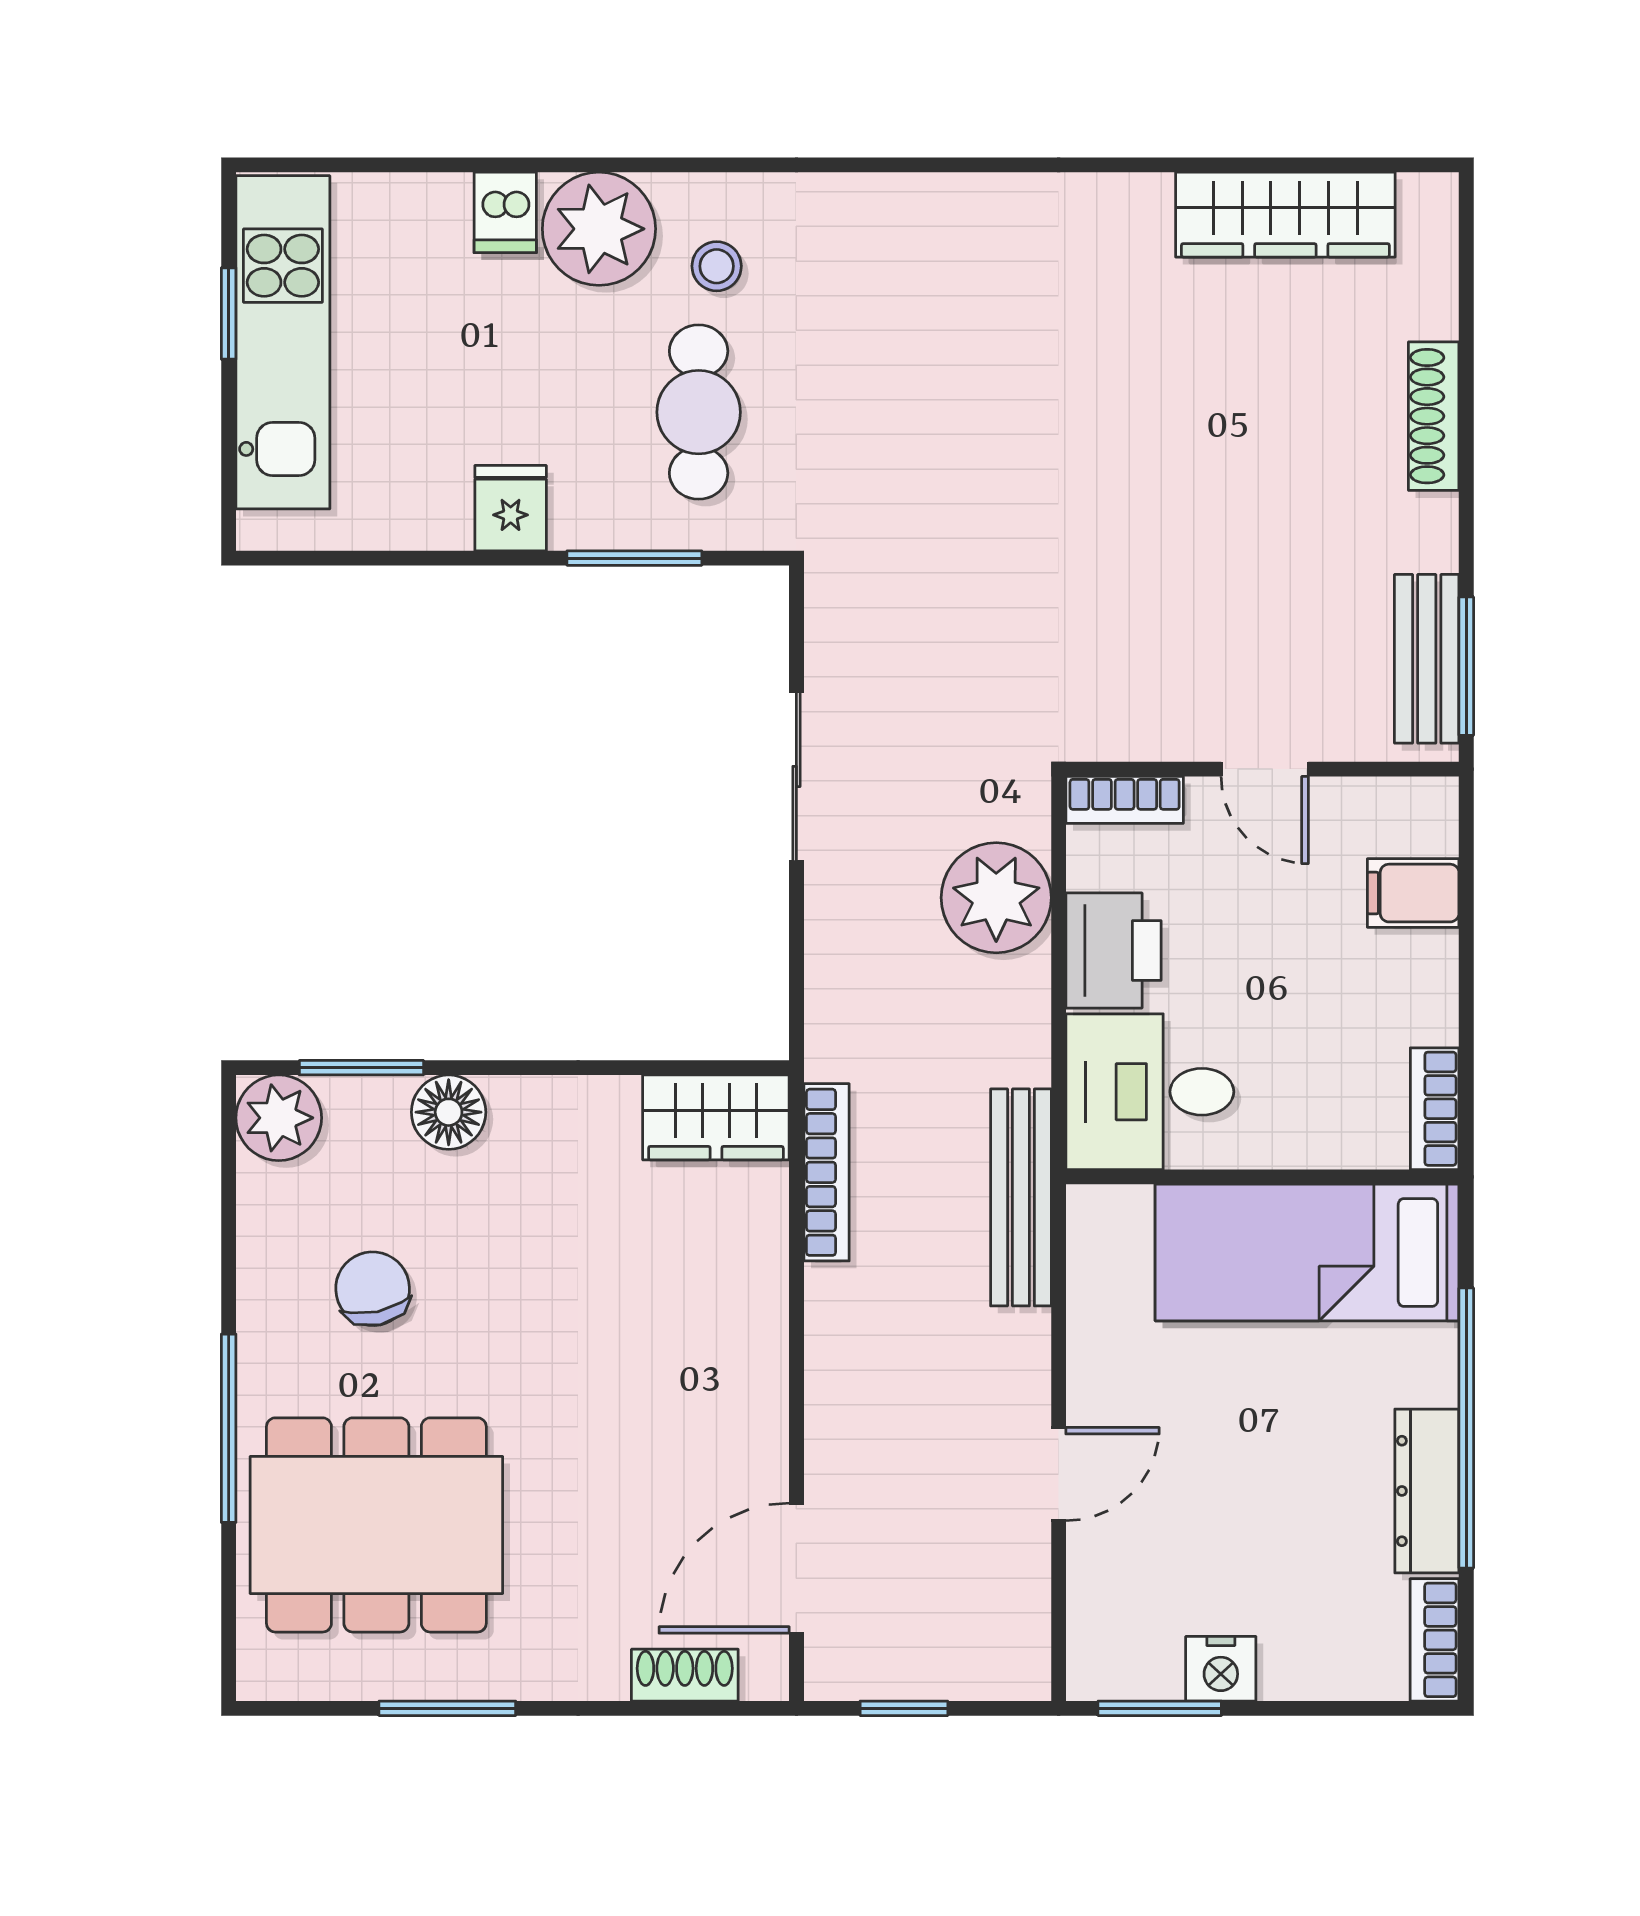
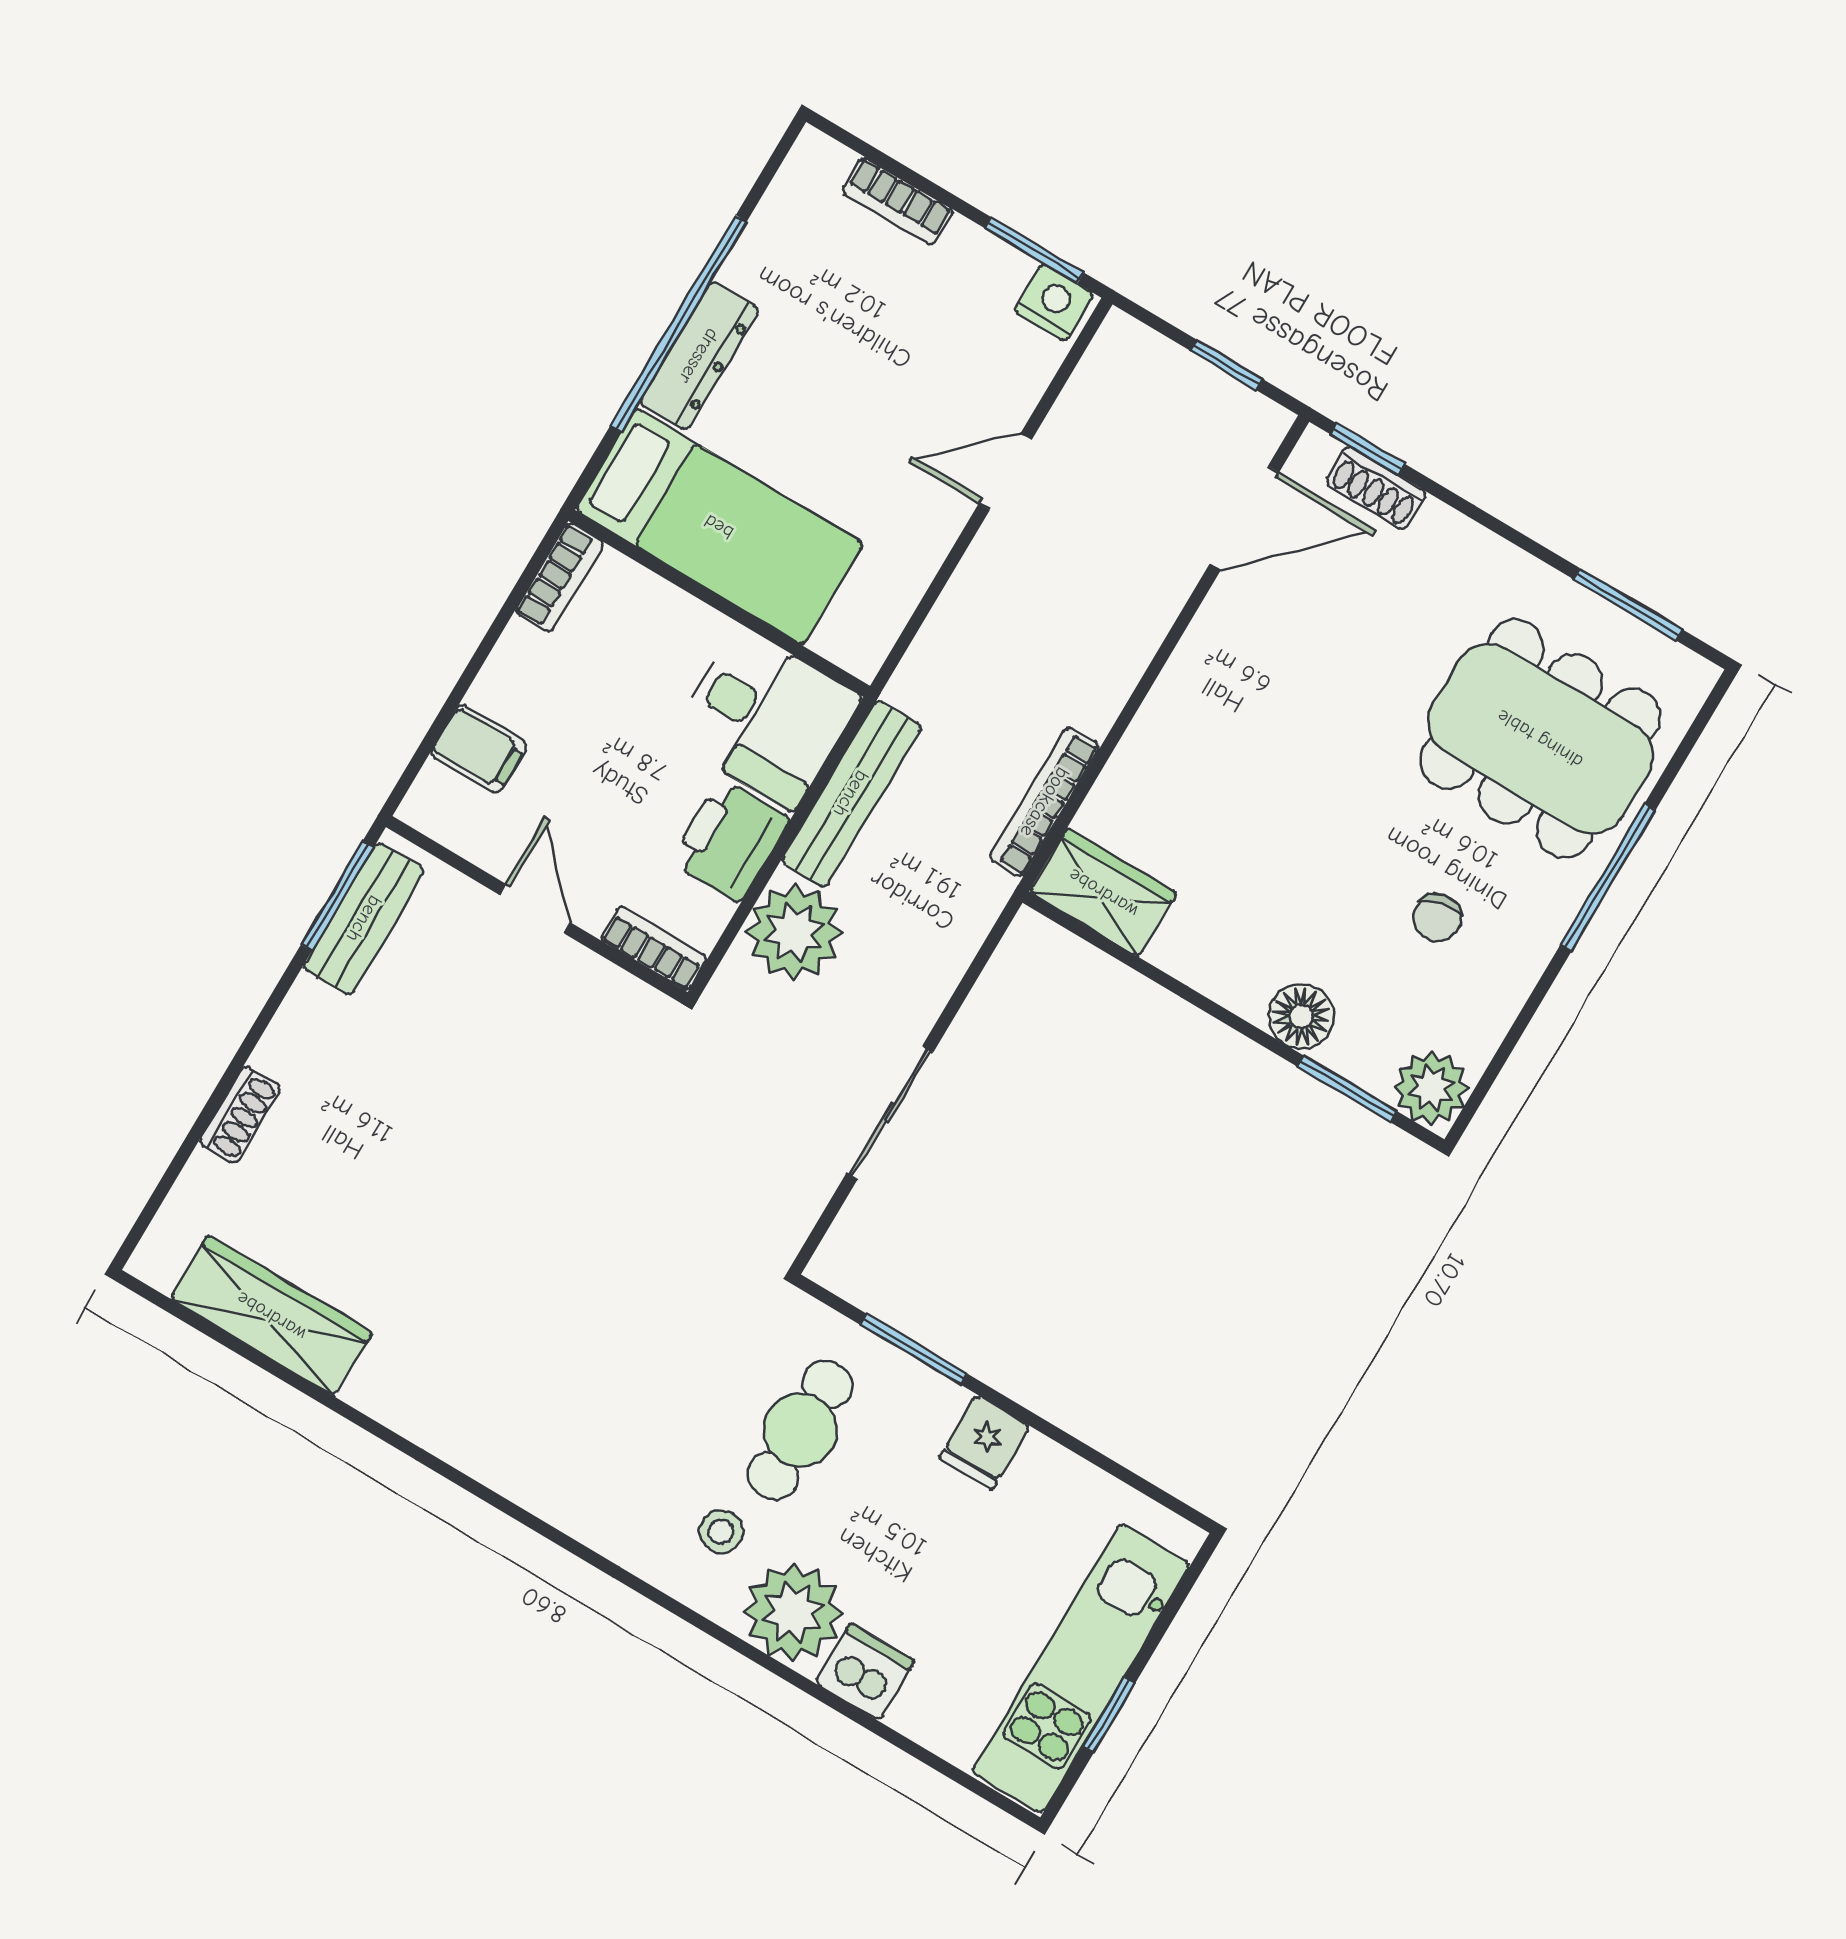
dishwasher: (505, 212) -> (865, 1672), width x1.38
shoe rack: (1434, 416) -> (240, 1115), width x0.70
bench: (1021, 1197) -> (851, 794), moved
chair: (373, 1289) -> (1437, 918), width x0.73, depth x0.73
dresser: (1427, 1491) -> (699, 356), moved
bookcase: (1435, 1640) -> (897, 201), moved, turned 90
nightstand: (1221, 1669) -> (1054, 302), moved
window: (447, 1708) -> (1628, 604), moved
window: (716, 1708) -> (1367, 449), added

